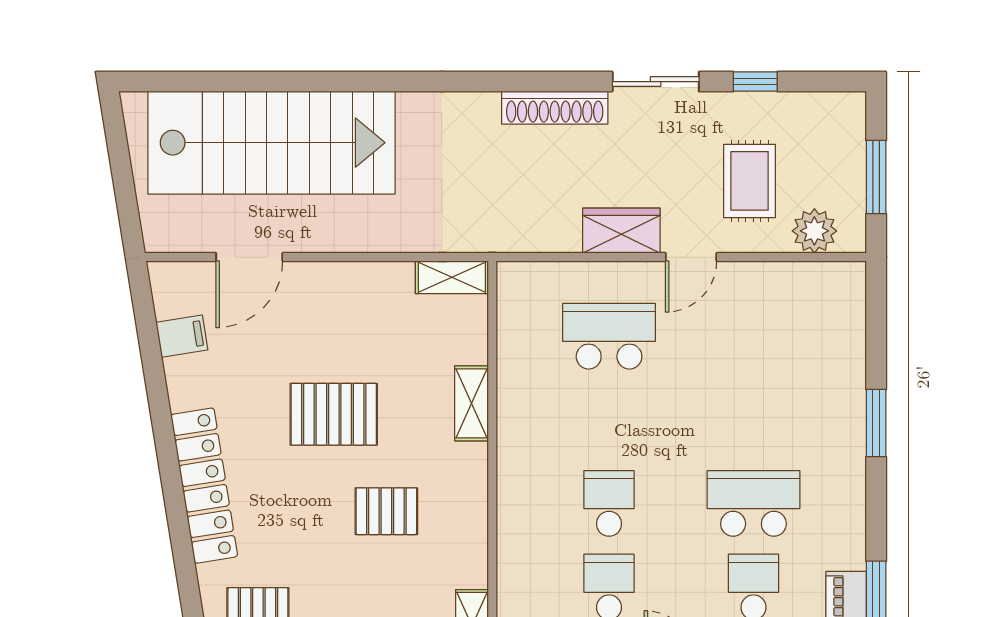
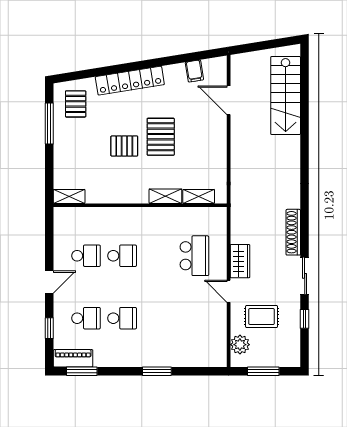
stairs: (271, 143) -> (286, 96), width x0.73, depth x0.66
shelving: (452, 277) -> (199, 196), moved, turned 90
school desk: (753, 503) -> (122, 318), width x0.54
pallet: (386, 511) -> (124, 146), moved, turned 90

